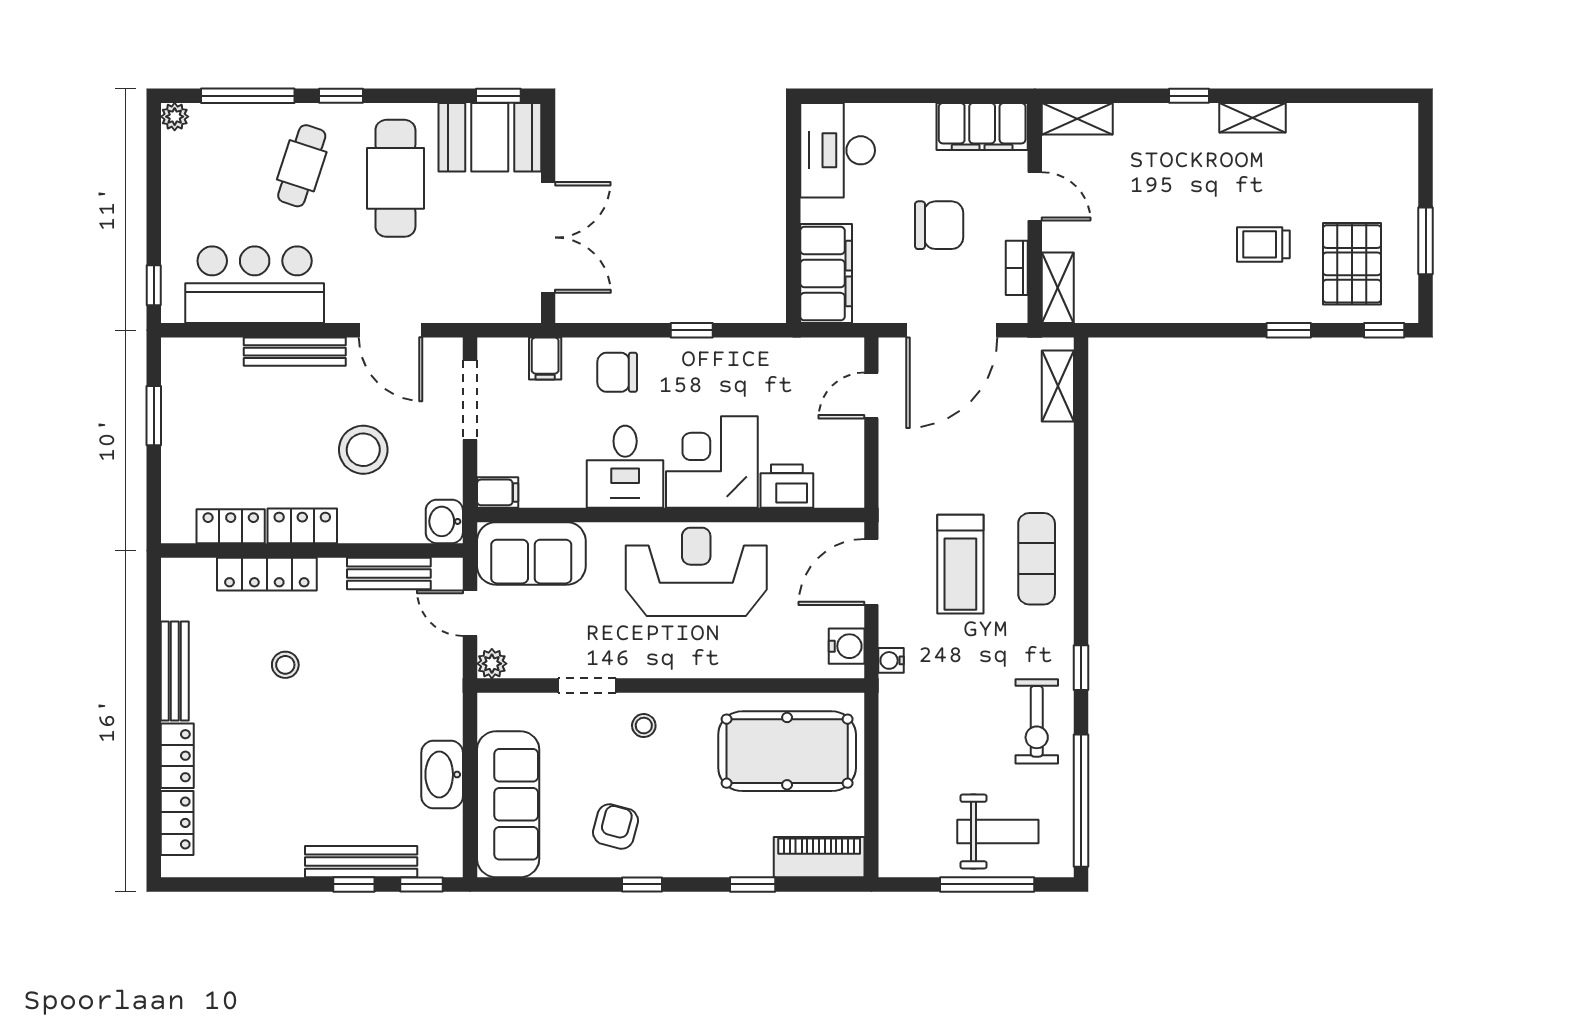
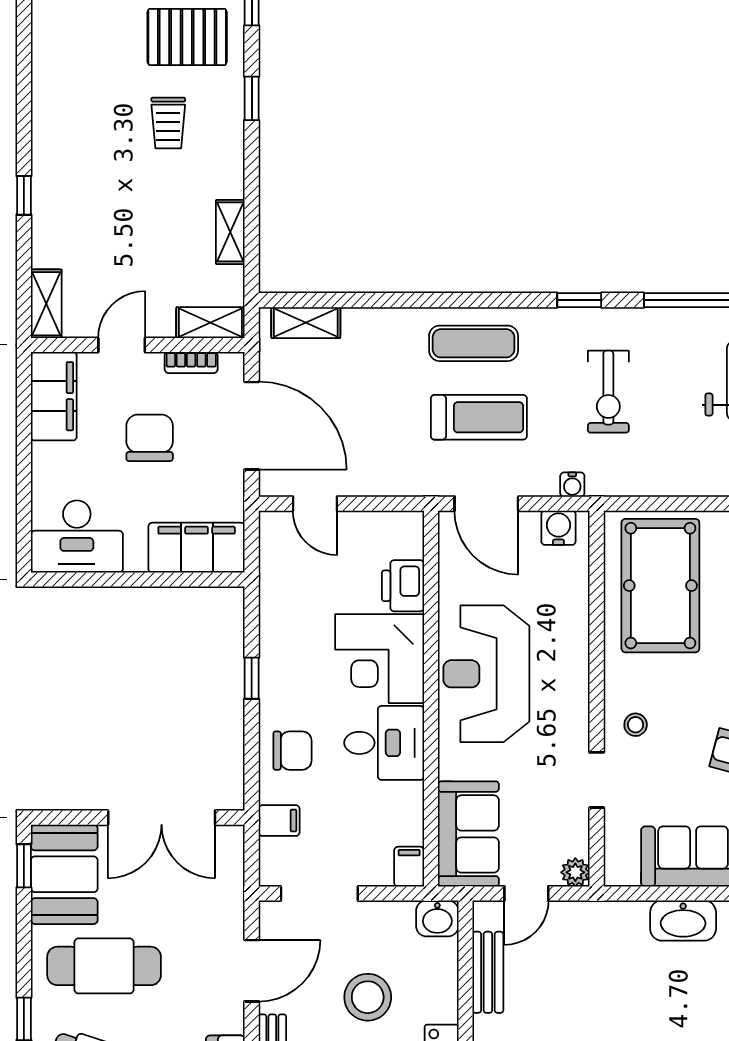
shelving: (1253, 118) -> (230, 232), moved
double door: (548, 237) -> (162, 818), swing flipped
chair: (617, 372) -> (292, 751), turned -90
exercise bike: (1037, 721) -> (608, 392), moved, turned 90

